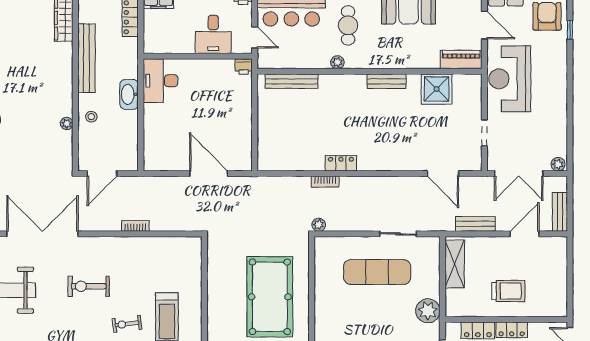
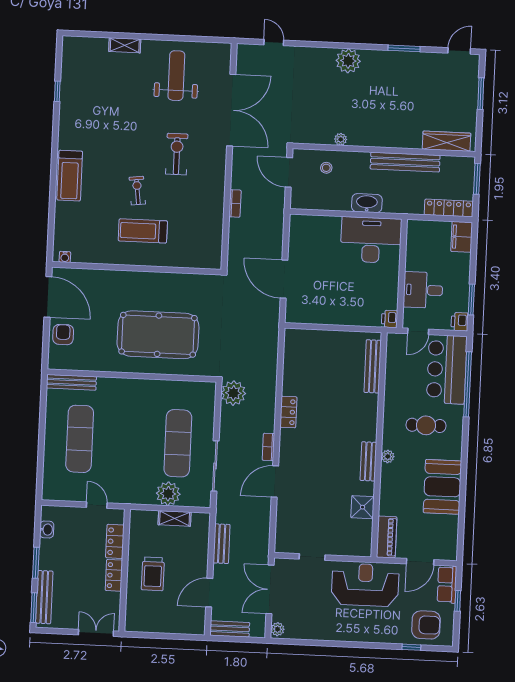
plant: (337, 62) -> (388, 456), moved
desk: (160, 81) -> (371, 240), width x1.36, depth x1.30
shower: (437, 89) -> (363, 507), width x0.73, depth x0.73
stool: (91, 117) -> (326, 168), moved
door: (209, 174) -> (284, 279), swing flipped
door: (443, 174) -> (275, 482), moved
bookcase: (325, 182) -> (268, 447), moved
plant: (319, 225) -> (233, 393), width x1.87, depth x1.87
sliding door: (398, 234) -> (215, 466), width x1.37
door: (525, 234) -> (209, 593), swing flipped
shelving: (455, 264) -> (175, 518), width x0.67, depth x0.75
plant: (428, 311) -> (168, 494), moved

